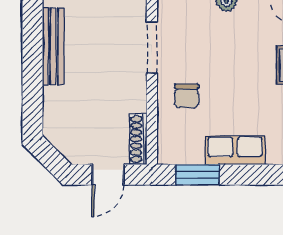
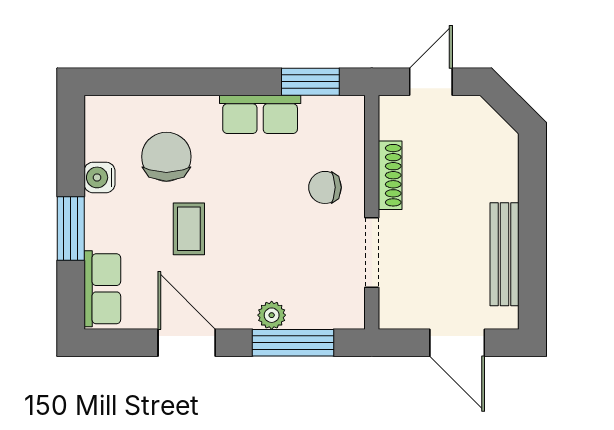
chair: (187, 96) -> (325, 187), turned -90
shoe rack: (138, 139) -> (390, 175), moved

